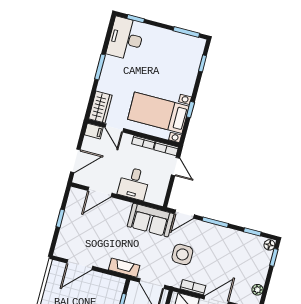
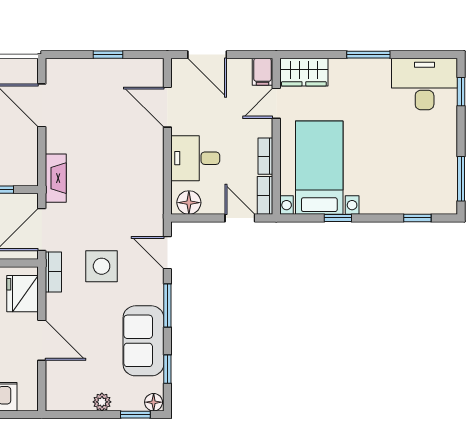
door: (175, 167) -> (240, 218), swing flipped
floor lamp: (159, 194) -> (189, 203), added
sofa: (151, 220) -> (143, 341), moved
bookcase: (193, 287) -> (53, 272), moved
plant: (258, 290) -> (102, 402), moved

